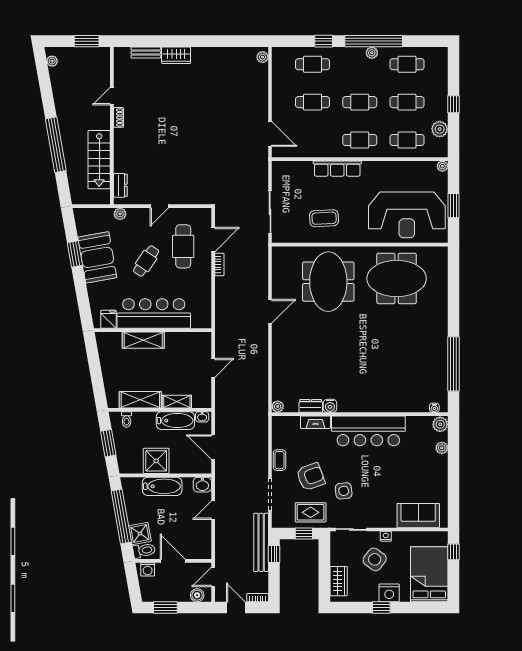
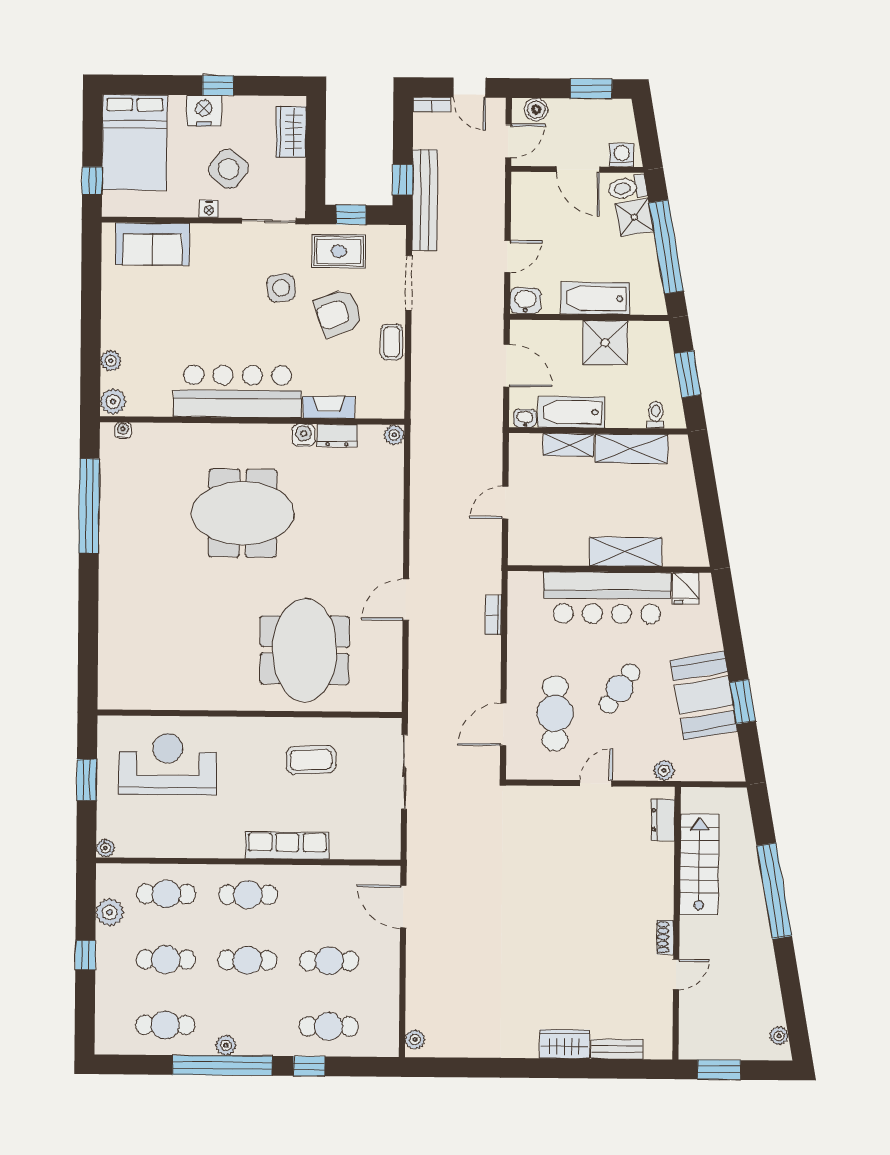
reception desk: (407, 215) -> (168, 764), width x0.74, depth x0.77
bookcase: (219, 264) -> (493, 615), moved
meeting table: (397, 278) -> (243, 513), moved

